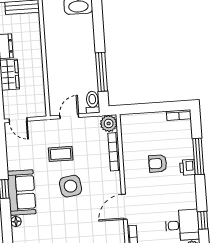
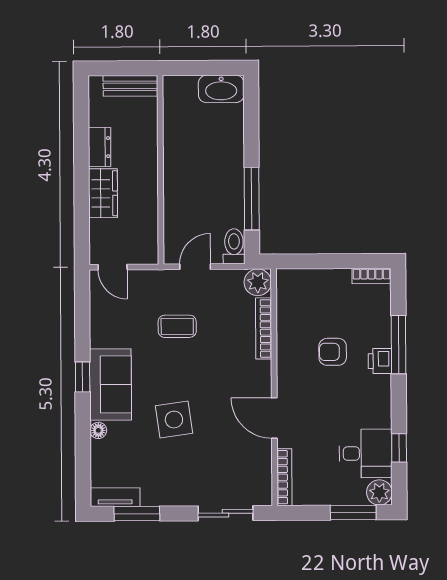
side table: (71, 186) -> (174, 420), moved
door: (124, 207) -> (274, 418), hinge flipped

